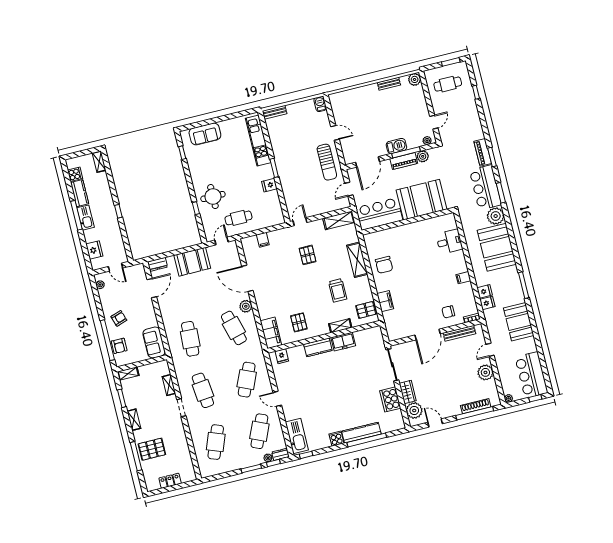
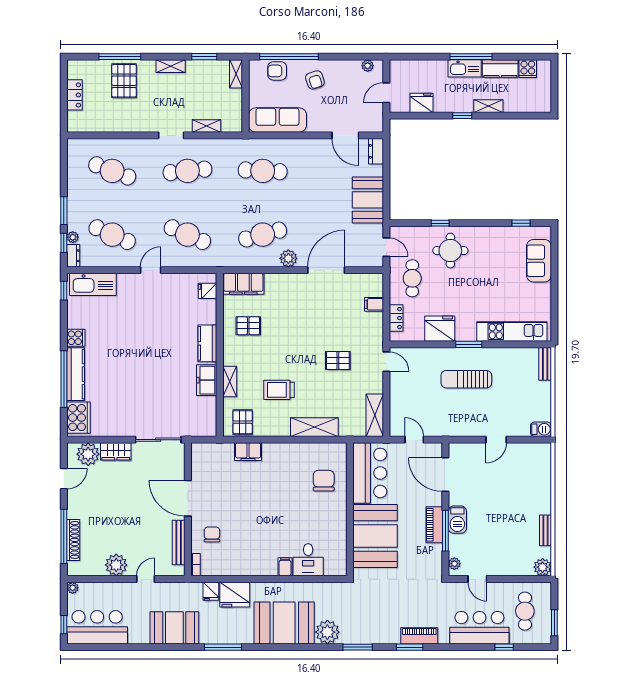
plant: (423, 156) -> (434, 552), removed
shelving: (99, 162) -> (488, 106), moved
sun lounger: (327, 162) -> (466, 379), moved
fridge: (269, 185) -> (440, 329), width x1.88, depth x1.34
bar counter: (485, 187) -> (479, 628), moved
locker: (268, 222) -> (396, 318), added
fridge: (94, 250) -> (421, 103), moved, turned 180
chair: (384, 265) -> (324, 481), moved, turned 90
filing cabinet: (463, 278) -> (285, 567), moved
fridge: (485, 291) -> (235, 595), width x1.88, depth x1.34
sofa: (154, 343) -> (277, 120), width x1.36
door: (490, 350) -> (146, 579), hinge flipped
cooker: (390, 399) -> (78, 418), moved, turned 90

